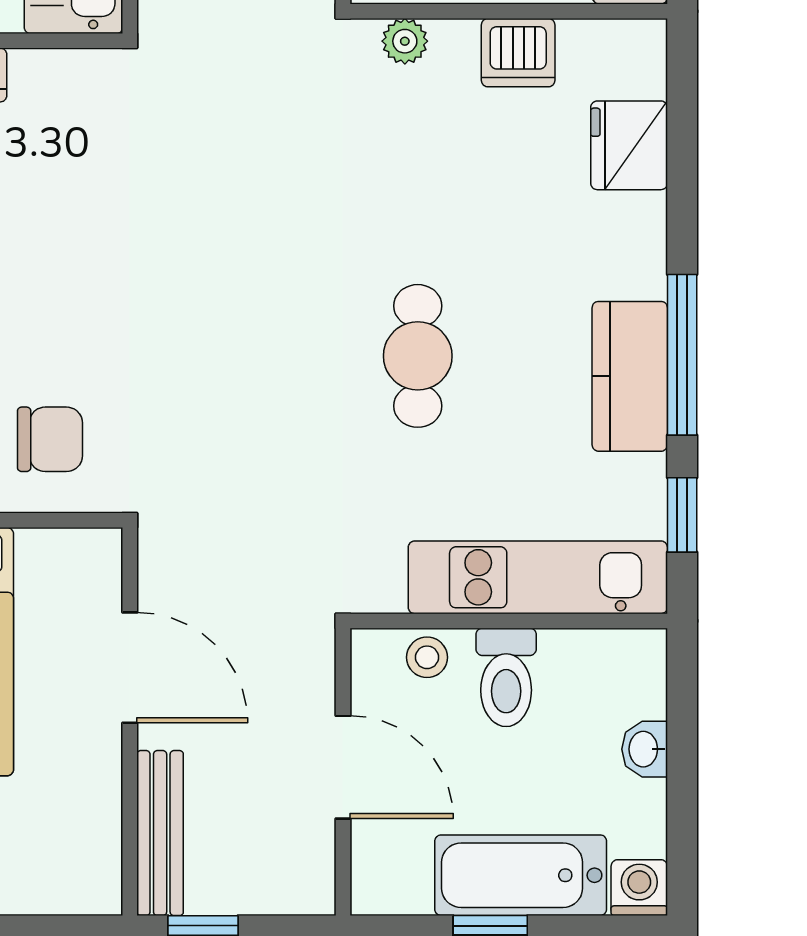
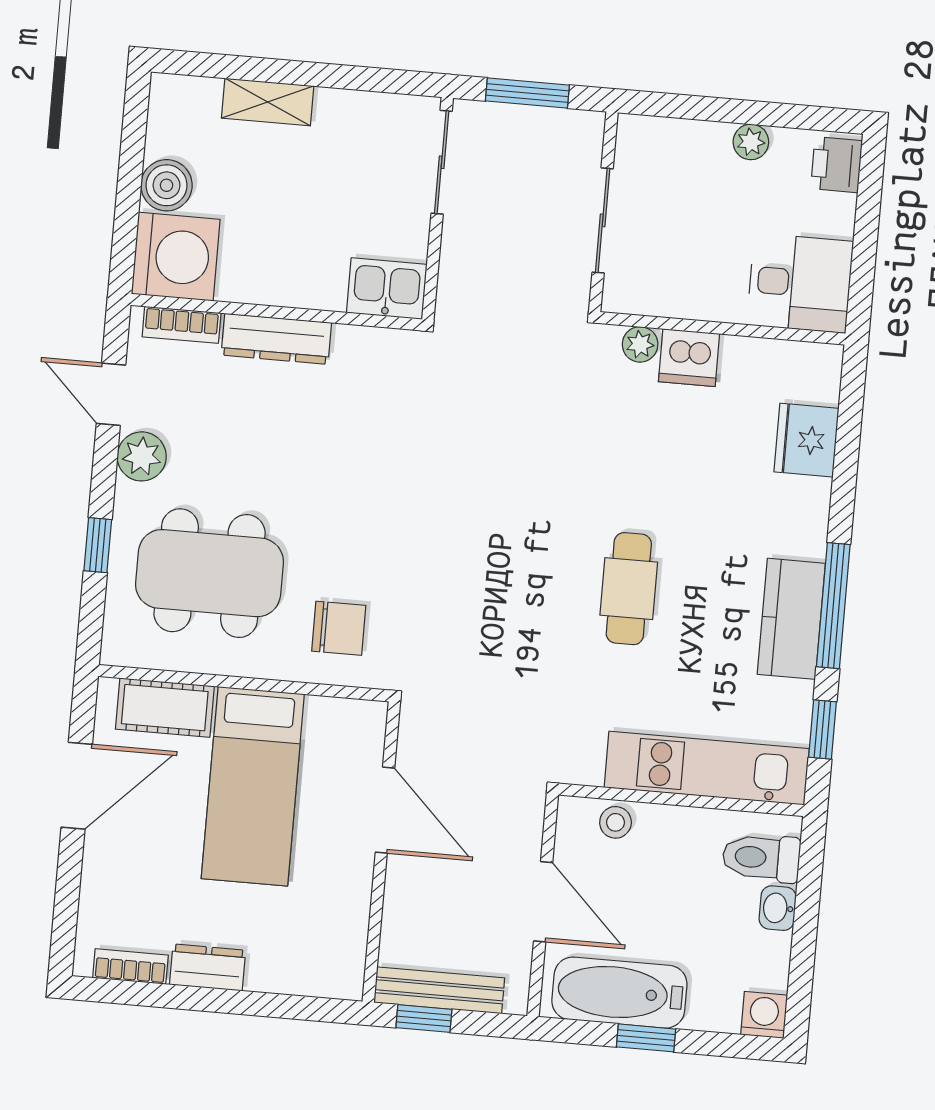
dishwasher: (518, 53) -> (689, 358), moved
toilet: (506, 677) -> (761, 858), moved, turned 90
bench: (160, 833) -> (439, 990), moved, turned 90
bathtub: (521, 875) -> (619, 993), moved

